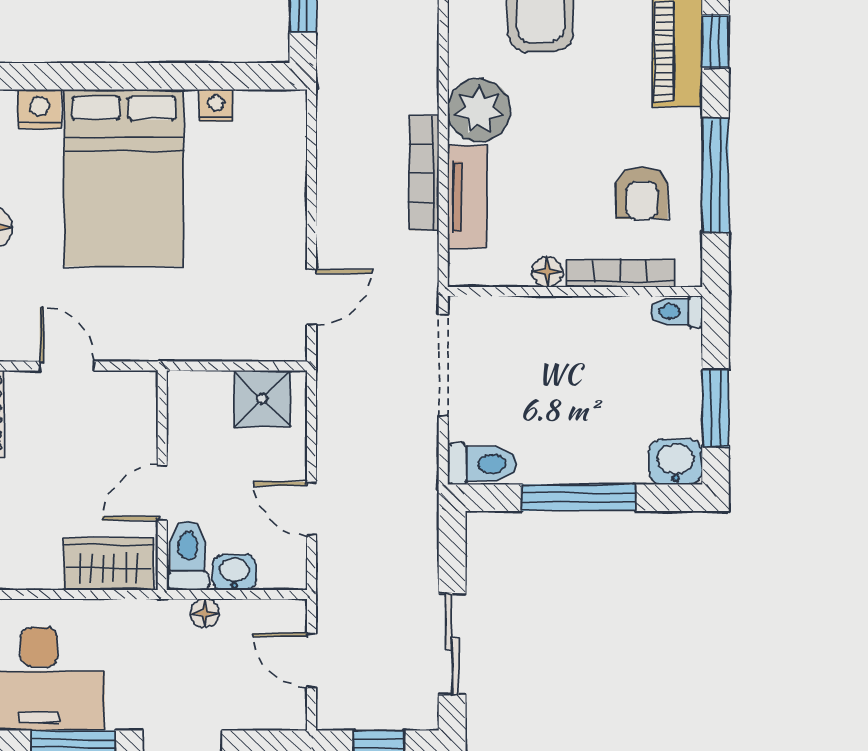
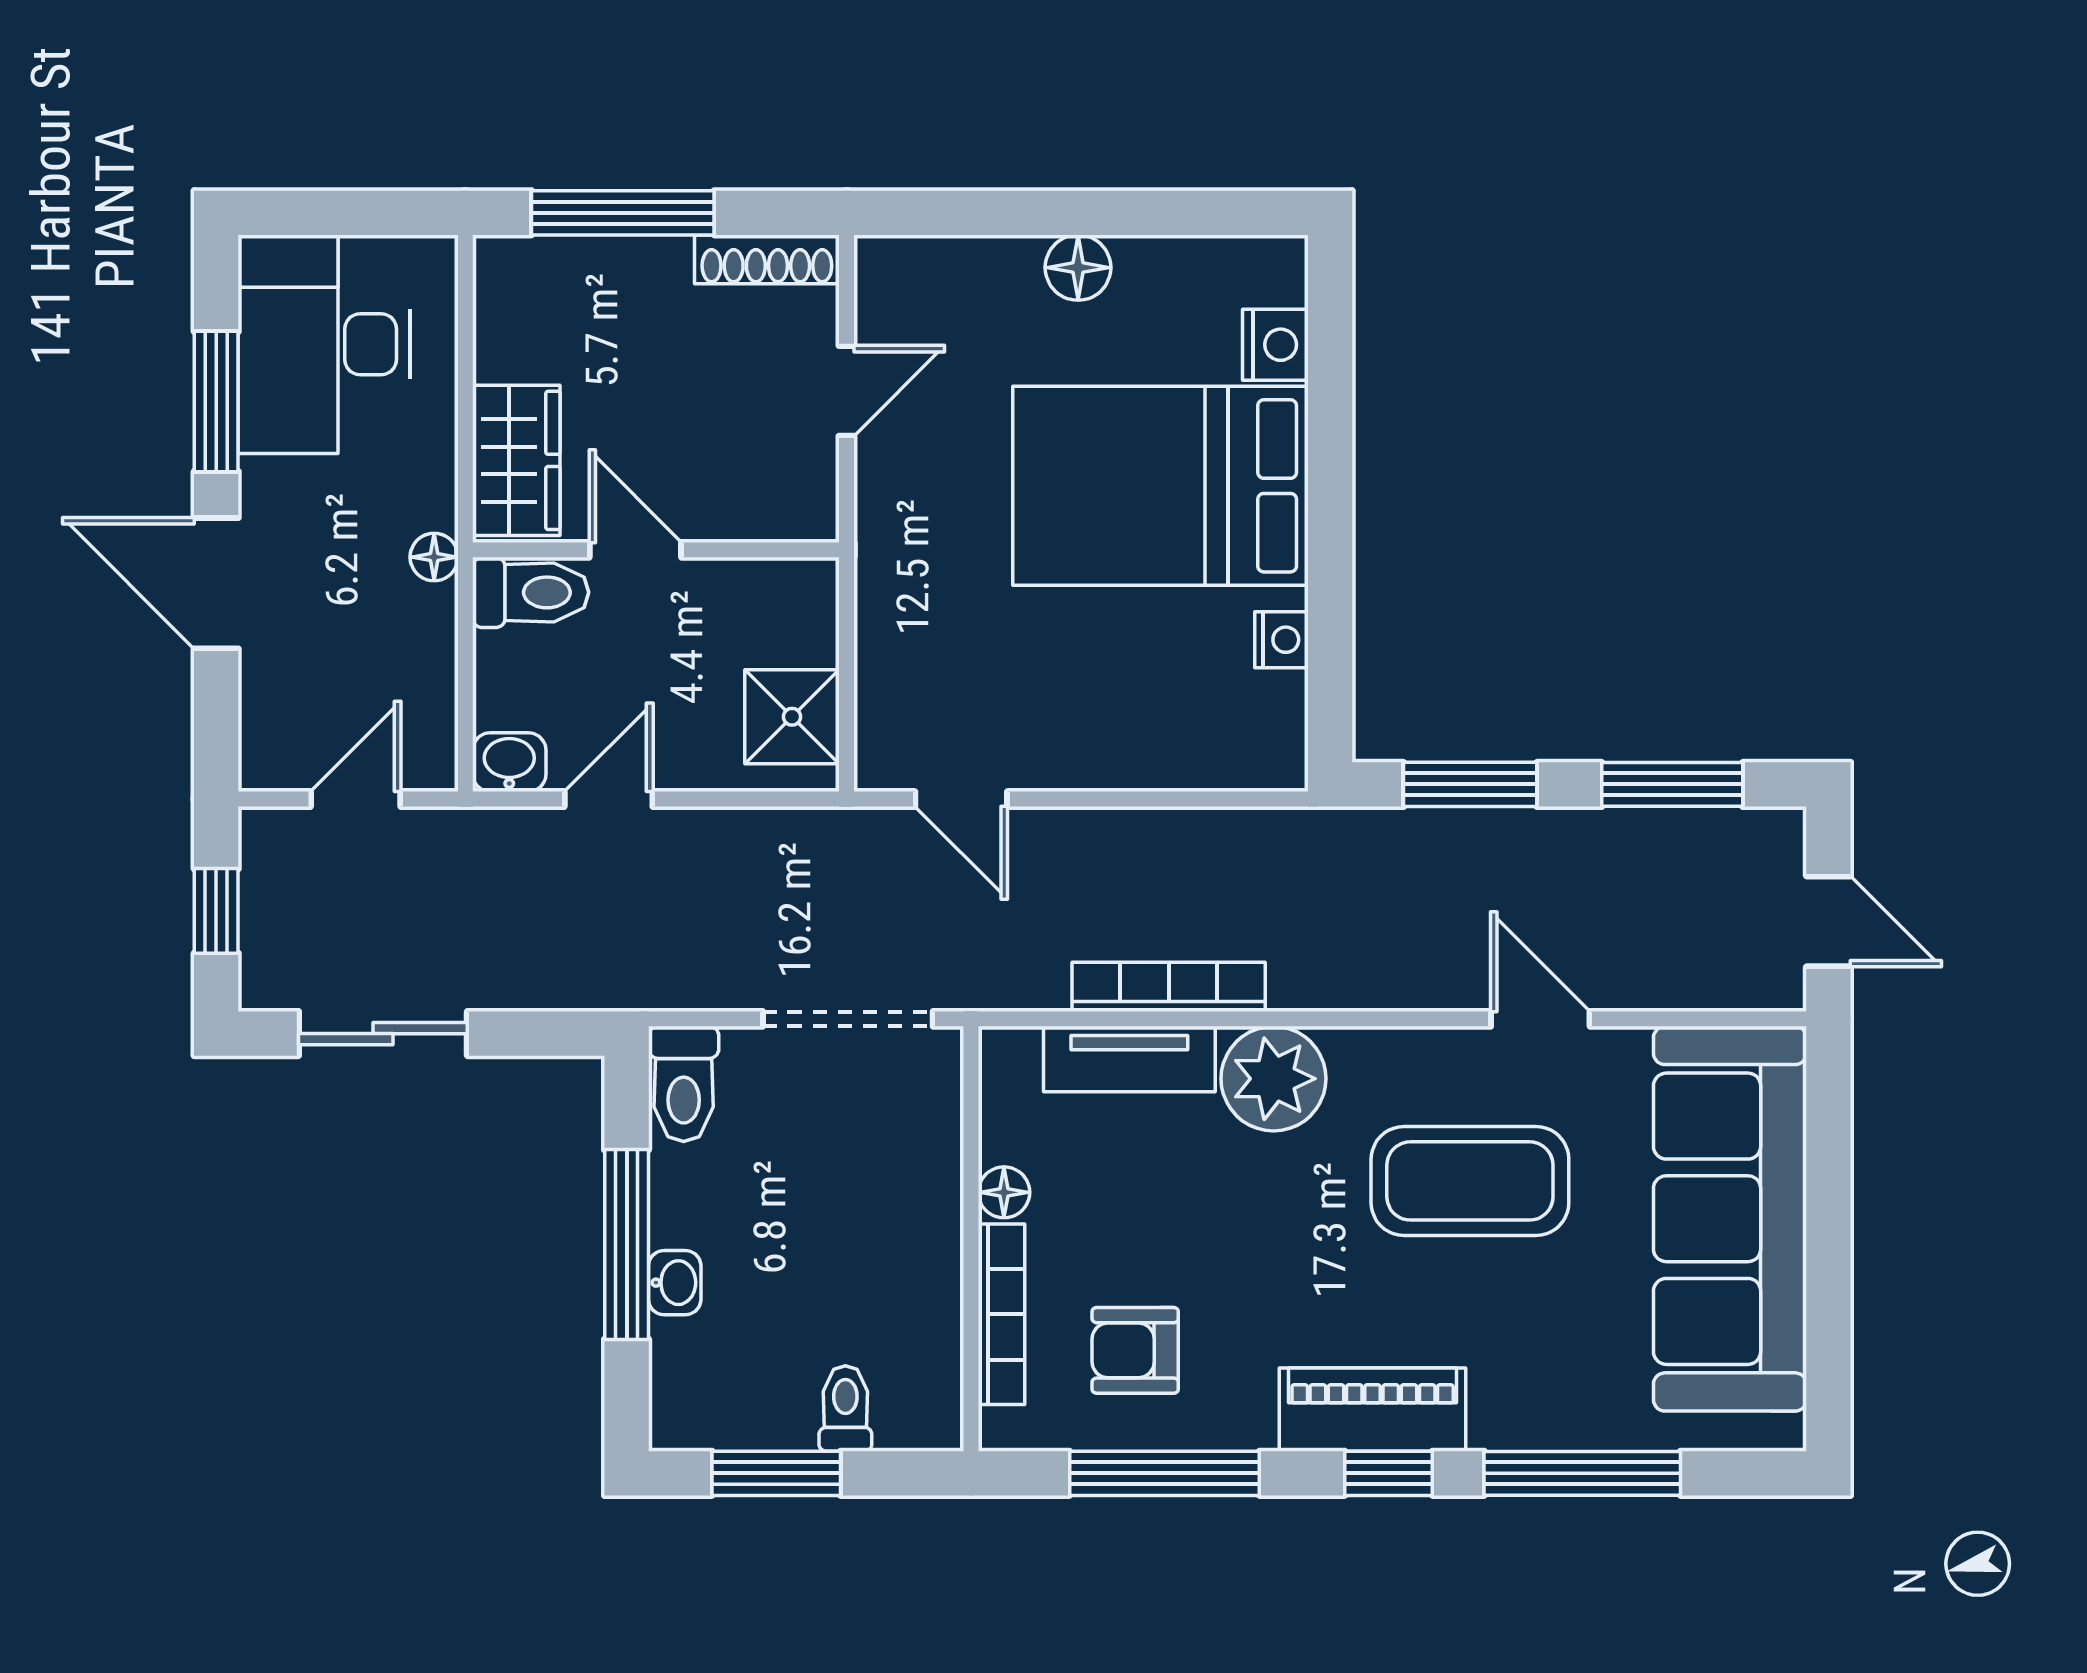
toilet: (677, 312) -> (845, 1408), moved
washbasin: (676, 462) -> (675, 1283), moved, width x0.72, depth x0.69
washbasin: (234, 572) -> (509, 762), moved, turned -90
floor lamp: (205, 613) -> (434, 557), moved

